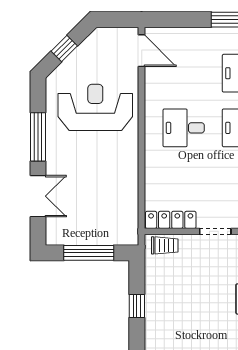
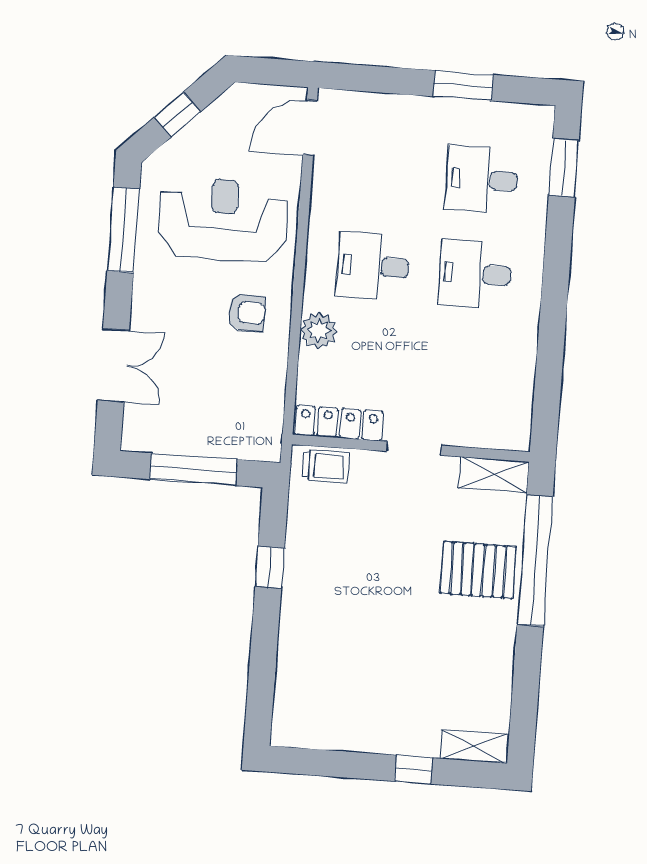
door: (142, 51) -> (310, 128), swing flipped
window: (38, 137) -> (123, 230), moved
armchair: (113, 160) -> (247, 312), added
plant: (155, 167) -> (319, 330), added

